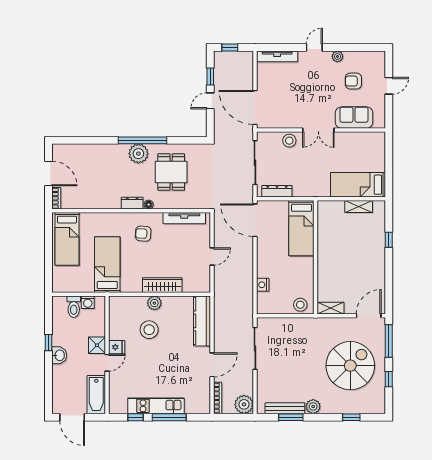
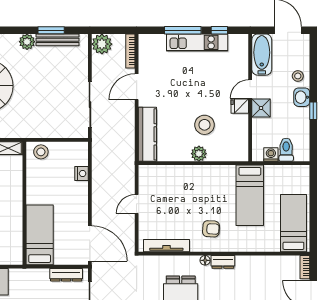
wardrobe: (162, 285) -> (190, 173), removed
stool: (63, 375) -> (298, 76), added

